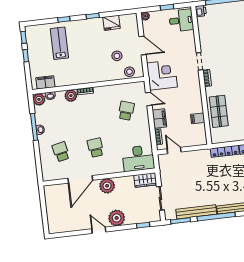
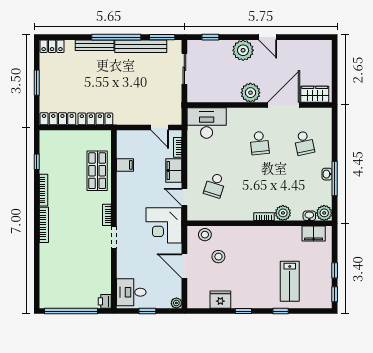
wardrobe: (145, 180) -> (315, 94), moved

